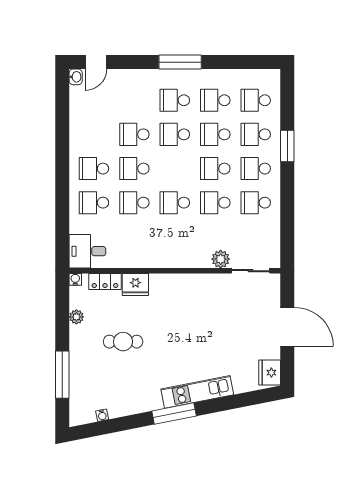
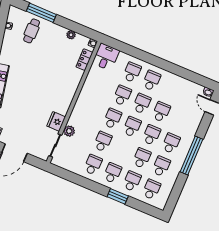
window: (180, 62) -> (191, 155), width x1.46
school desk: (215, 169) -> (132, 127), moved
fridge: (135, 284) -> (56, 121), moved
cafe table: (123, 342) -> (32, 31), moved

